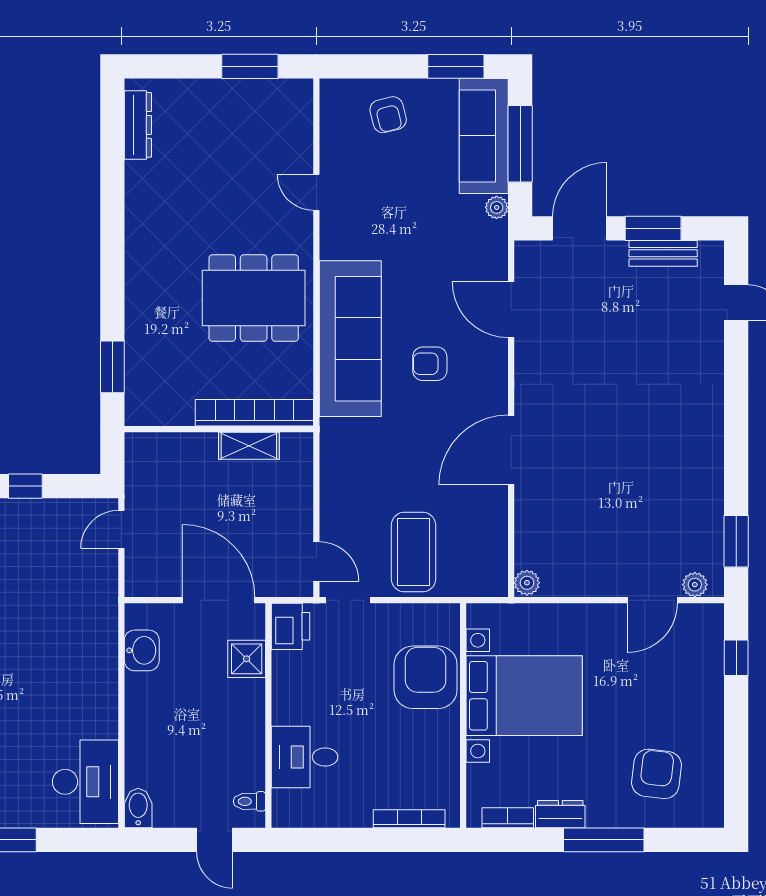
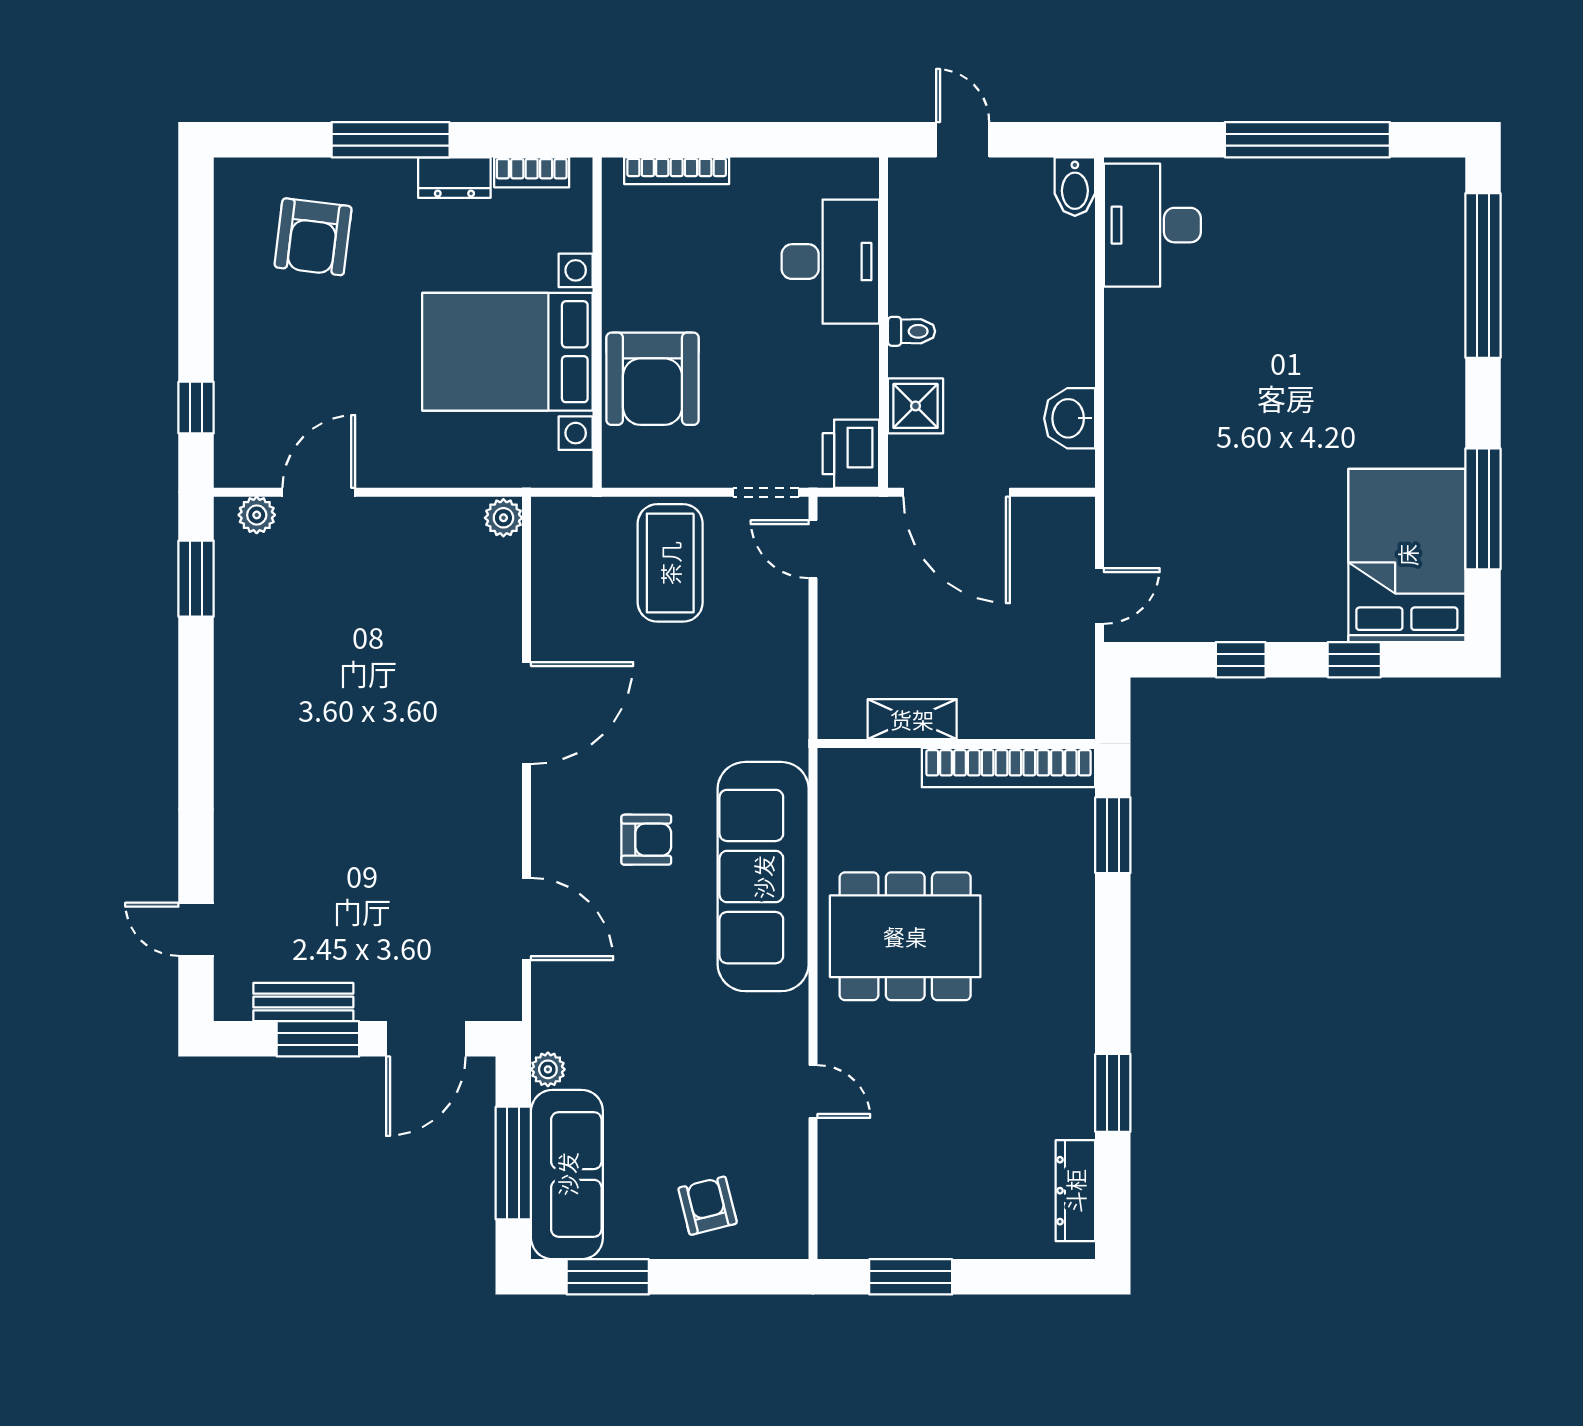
window: (112, 191) -> (1113, 1093), added
bookcase: (254, 413) -> (1008, 768), moved
desk: (305, 757) -> (830, 262), width x1.37
toilet: (249, 801) -> (912, 331), moved

